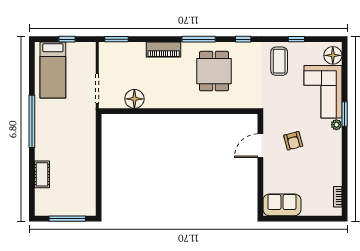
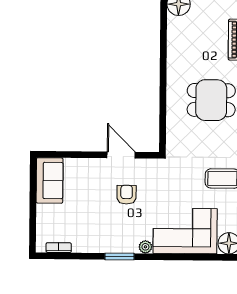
window: (345, 114) -> (119, 256), moved
armchair: (293, 141) -> (127, 195), turned 105

